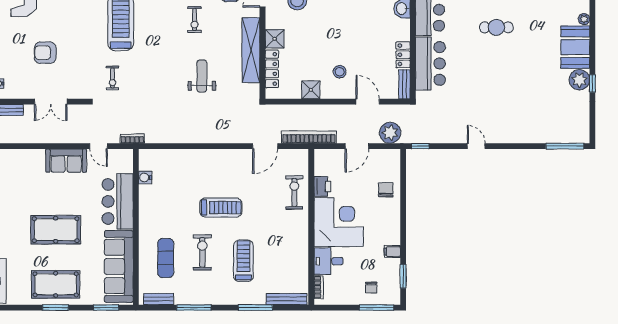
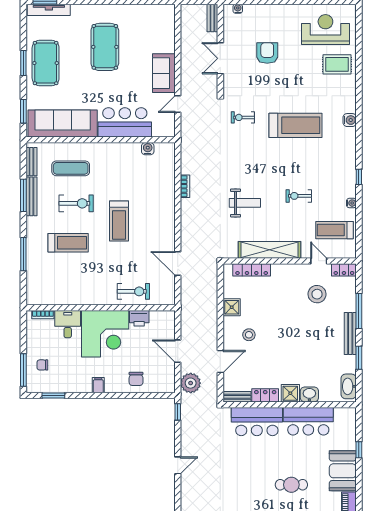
cafe table: (496, 27) -> (291, 485), turned 90
shower: (275, 39) -> (290, 393), moved
bookcase: (309, 137) -> (186, 305), removed
bookcase: (132, 139) -> (185, 186), moved
chair: (386, 190) -> (136, 379), turned 90
pool table: (56, 230) -> (105, 47), moved
filing cabinet: (392, 252) -> (98, 385), moved
bench: (287, 299) -> (31, 196), moved

